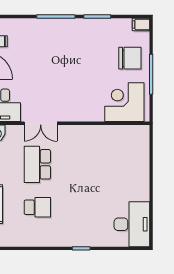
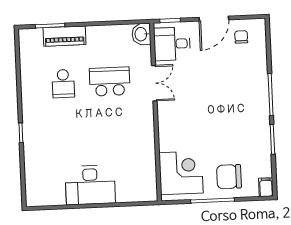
chair: (130, 58) -> (229, 177), turned 90
double door: (41, 123) -> (154, 83), swing flipped
desk: (132, 224) -> (90, 185), moved

